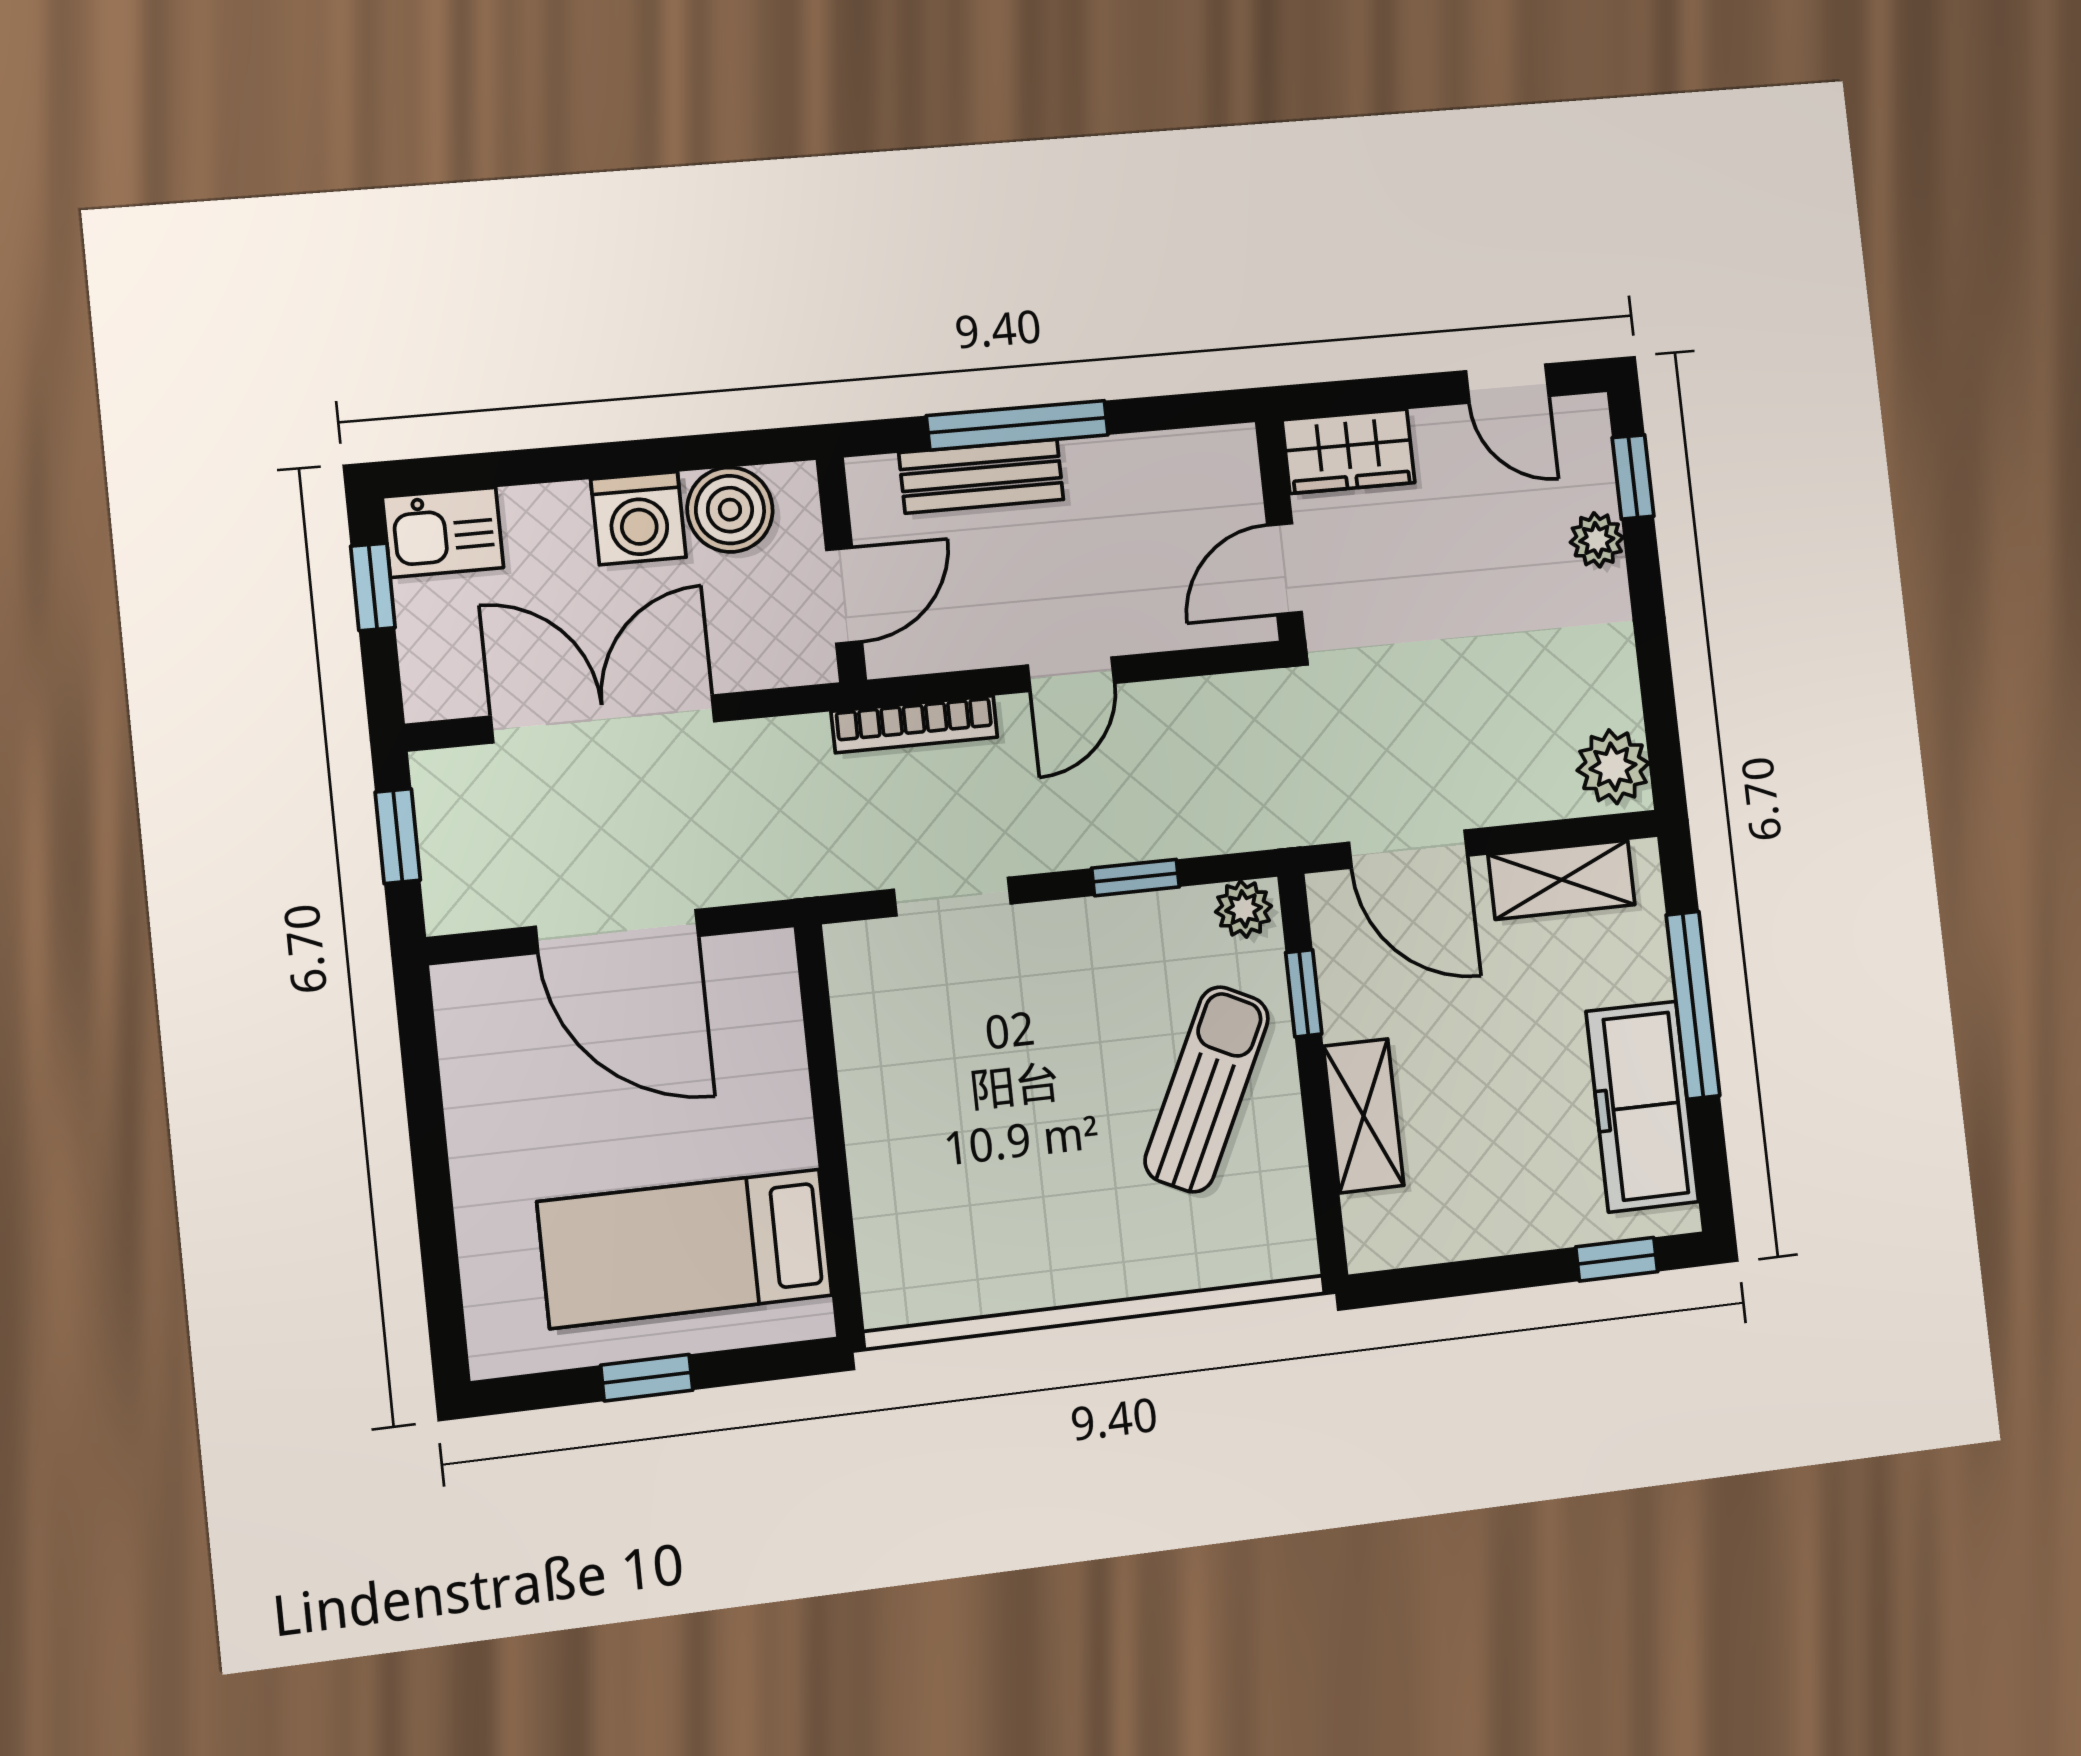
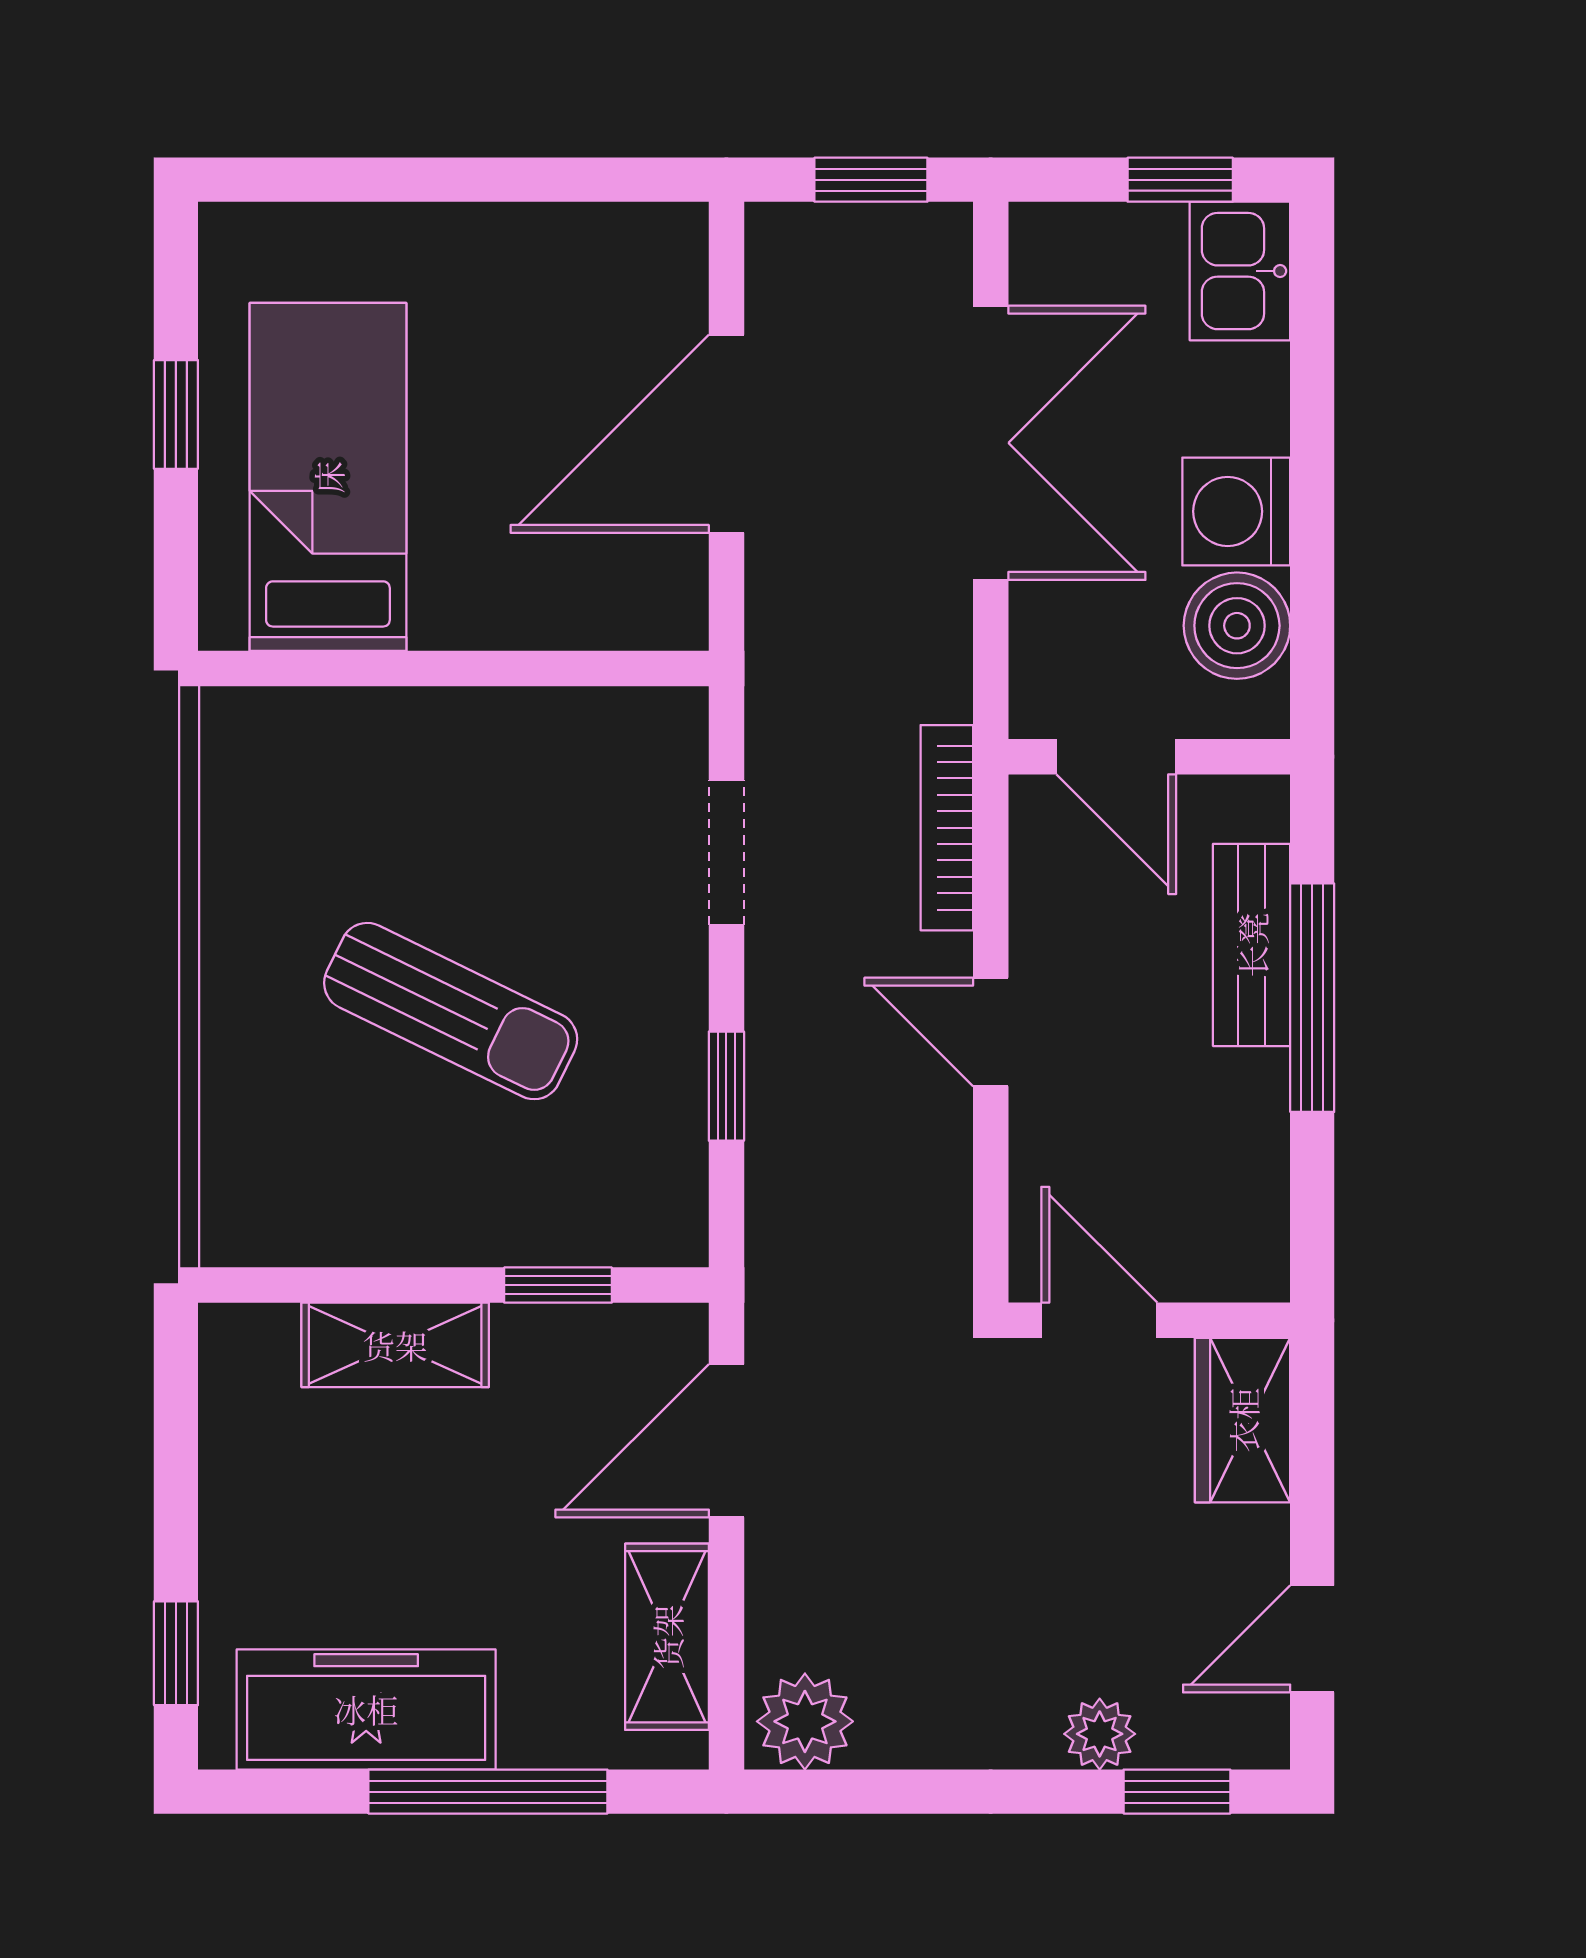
plant: (1244, 909) -> (673, 1220), removed
sun lounger: (1207, 1089) -> (451, 1011), moved

